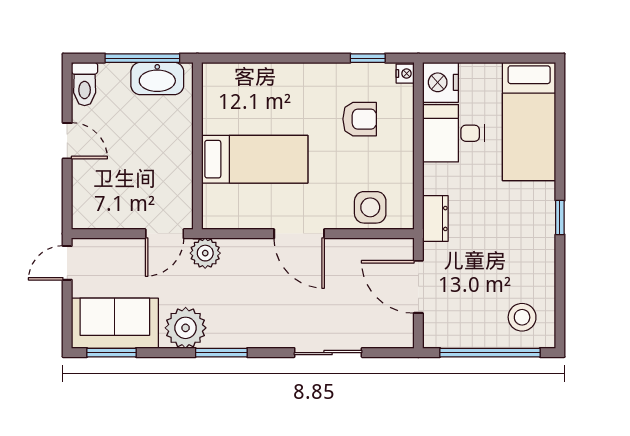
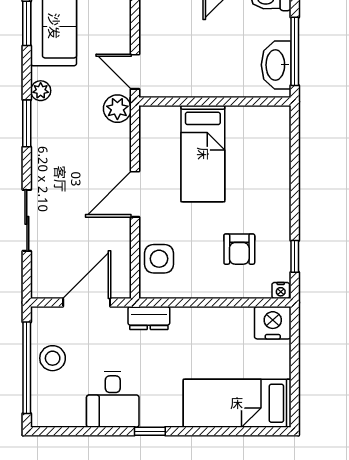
desk: (453, 133) -> (113, 399), moved, turned 180
stool: (522, 317) -> (53, 358), moved
plant: (186, 328) -> (41, 91), width x0.53, depth x0.53

